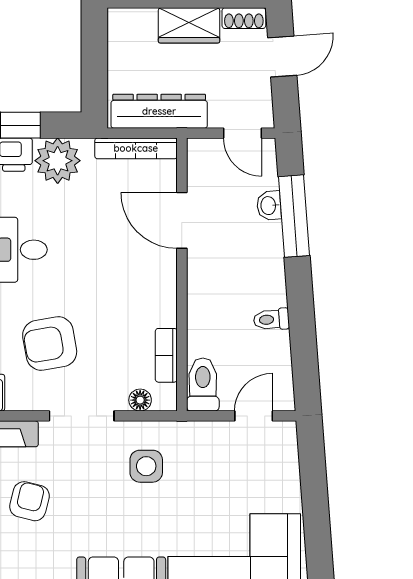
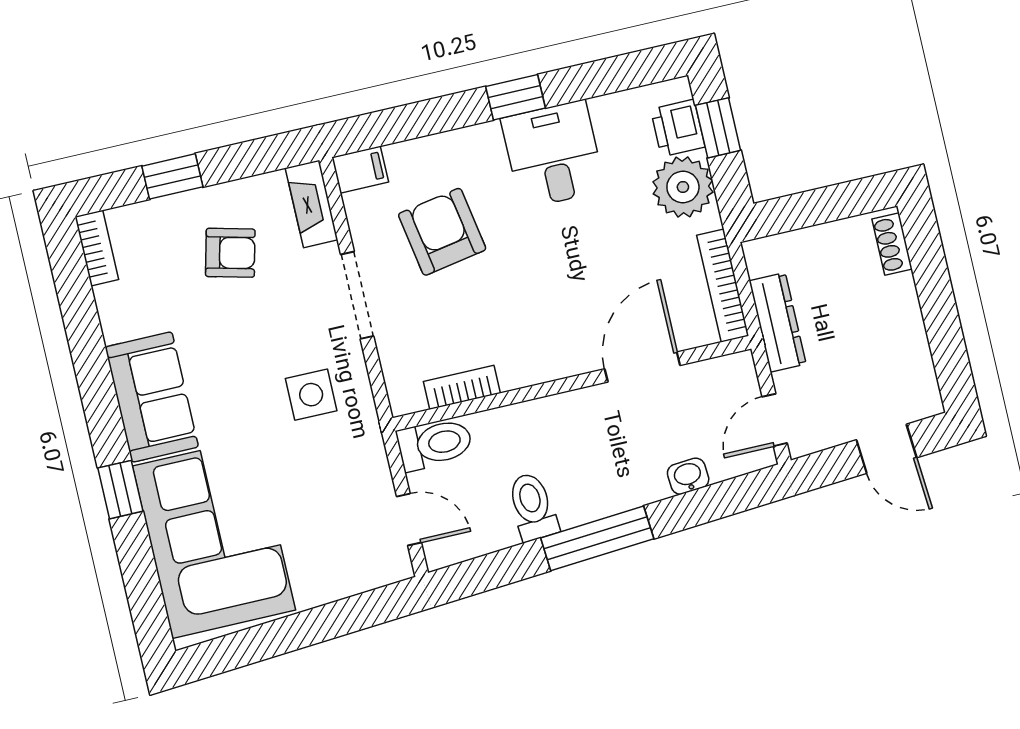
shoe rack: (244, 18) -> (892, 244), moved
wardrobe: (189, 25) -> (899, 318), removed
dresser: (159, 111) -> (778, 322), width x0.73, depth x0.80
window: (294, 216) -> (597, 538), moved
toilet: (271, 319) -> (533, 507), width x1.37, depth x1.39
floor lamp: (140, 400) -> (396, 367), removed

